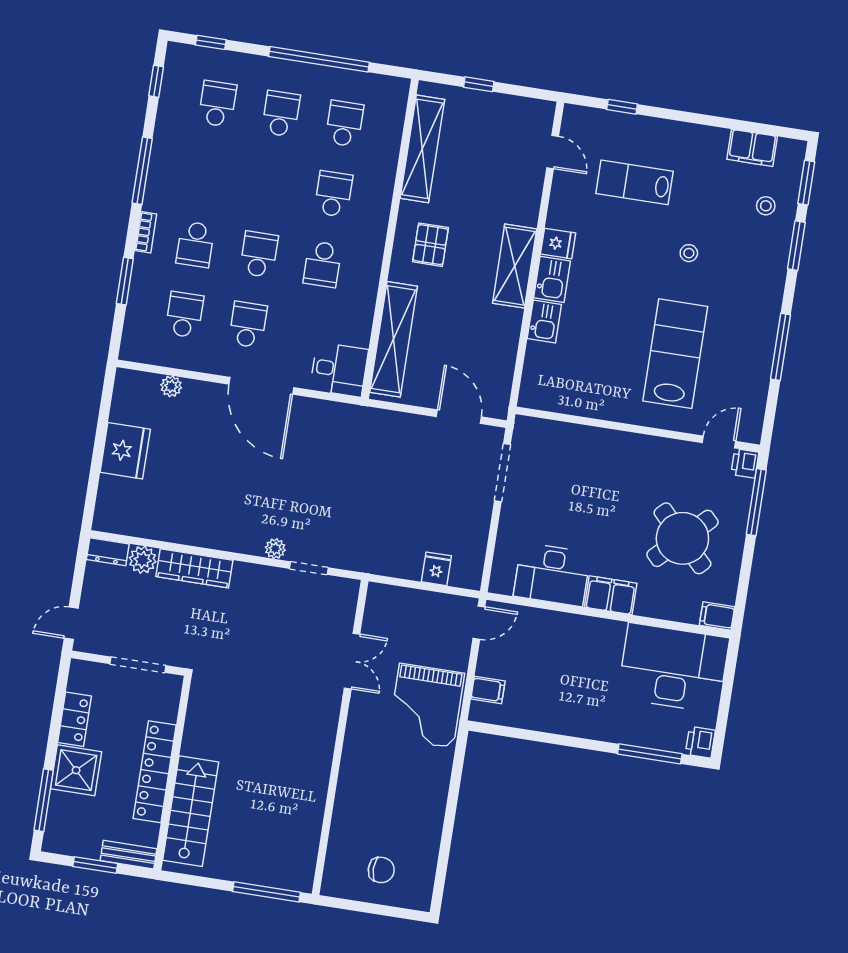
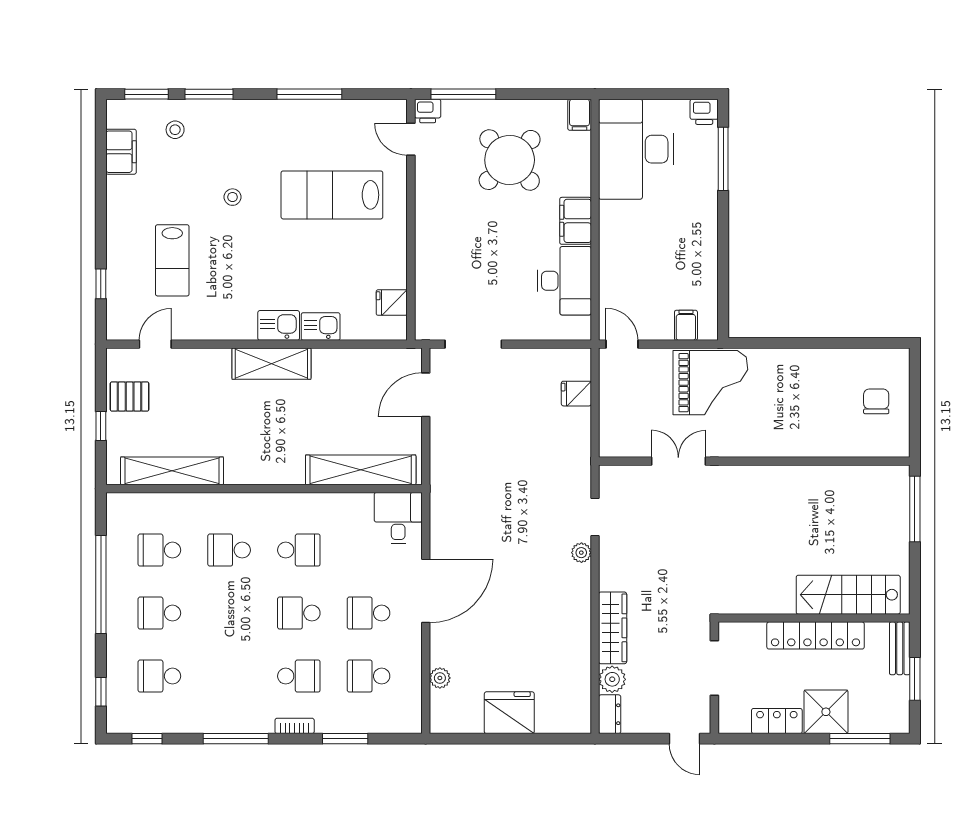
fridge: (558, 244) -> (392, 303), moved, turned -90
pallet: (431, 245) -> (130, 397), moved

